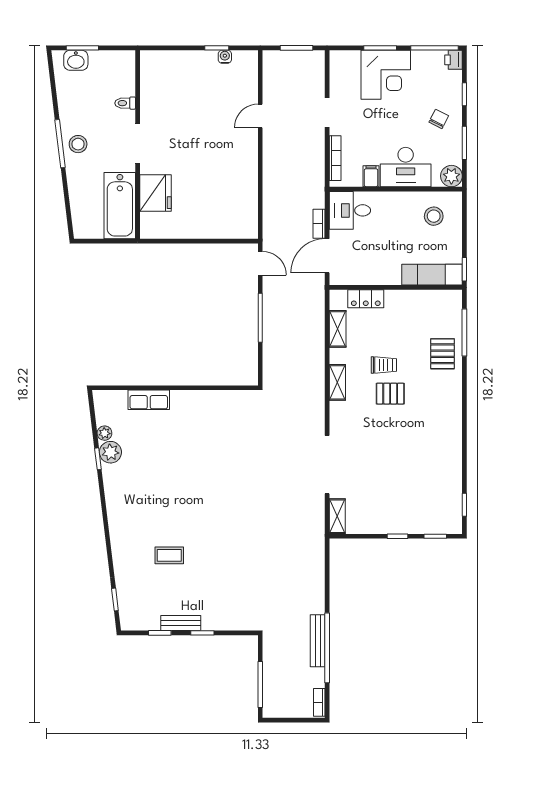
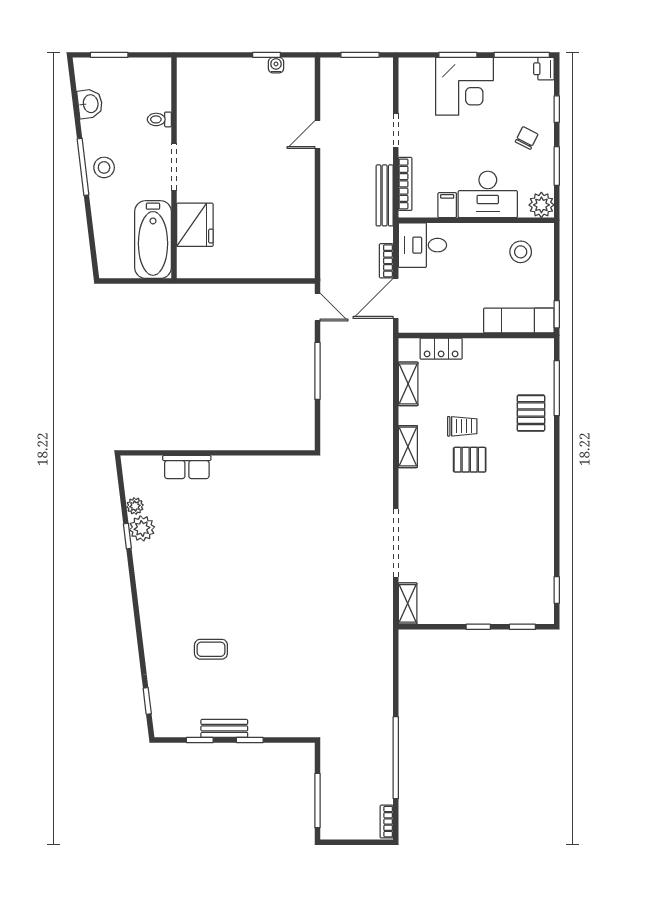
washbasin: (76, 60) -> (90, 104), moved, turned -97
bench: (318, 641) -> (385, 195), moved

